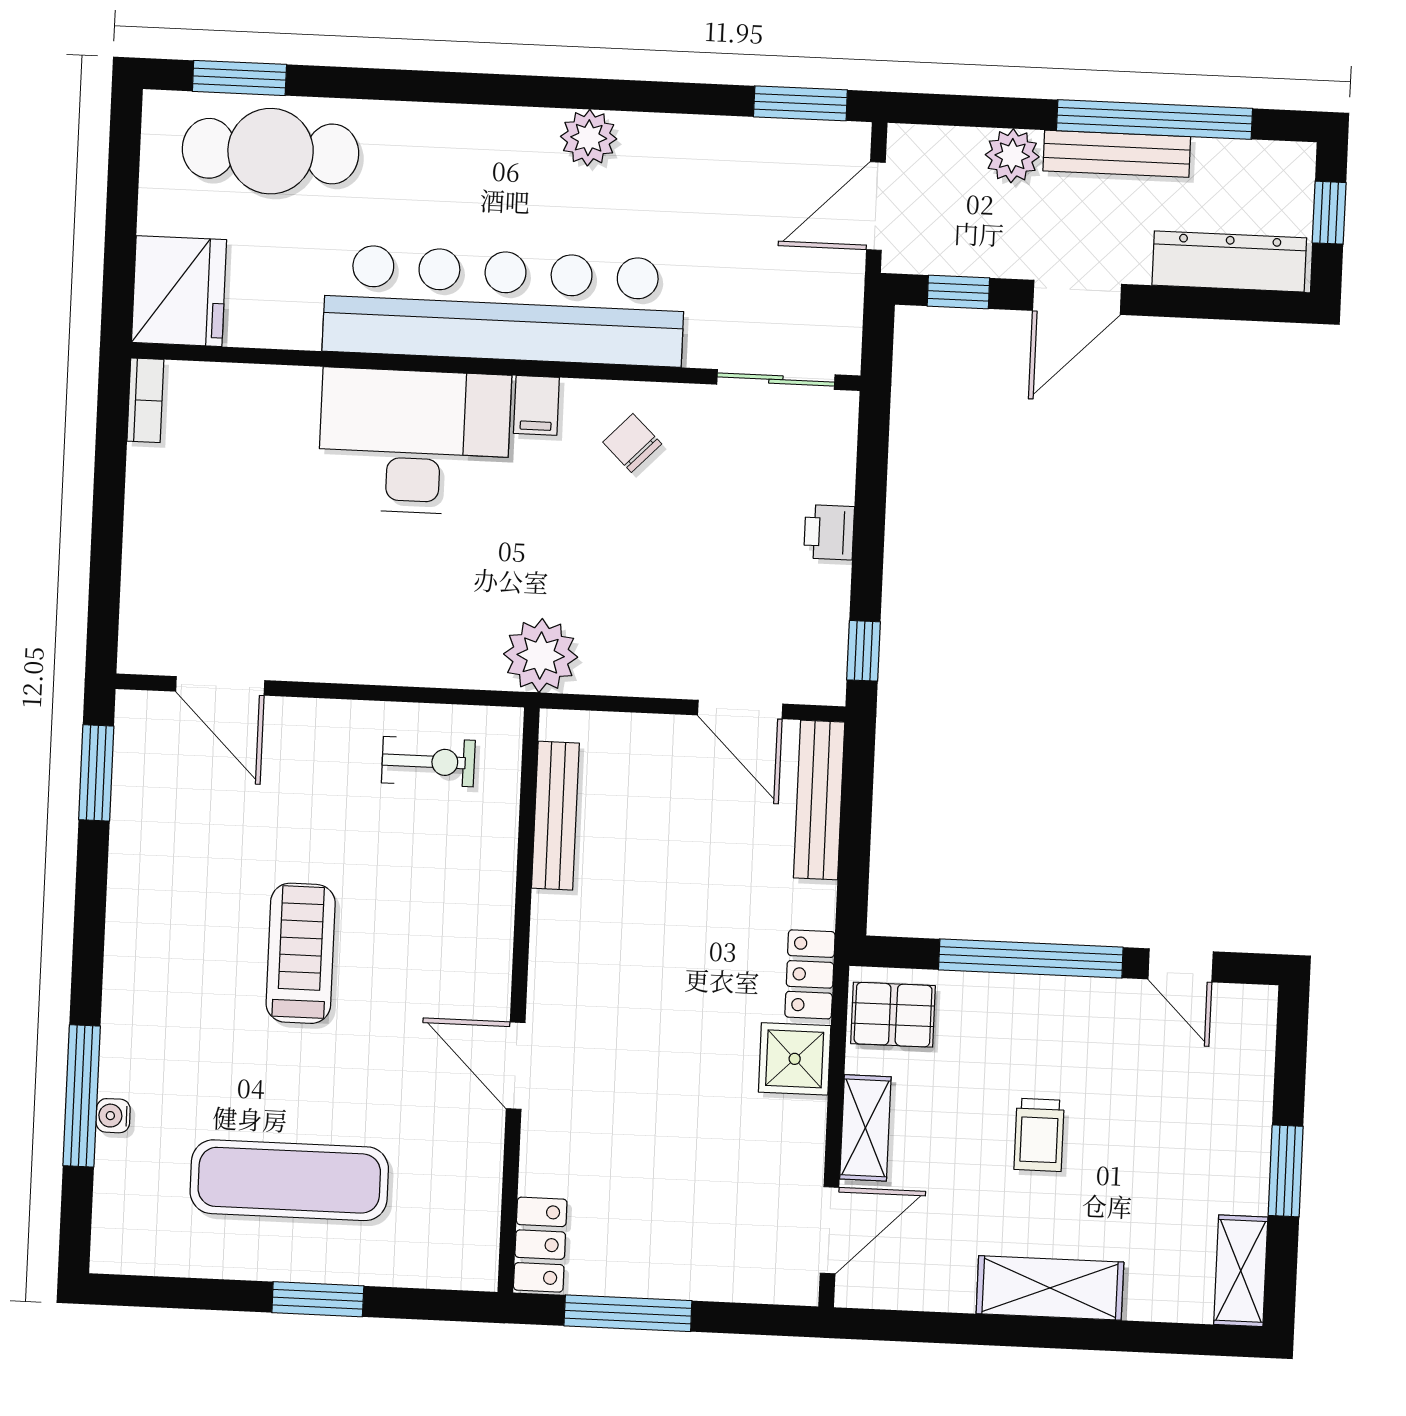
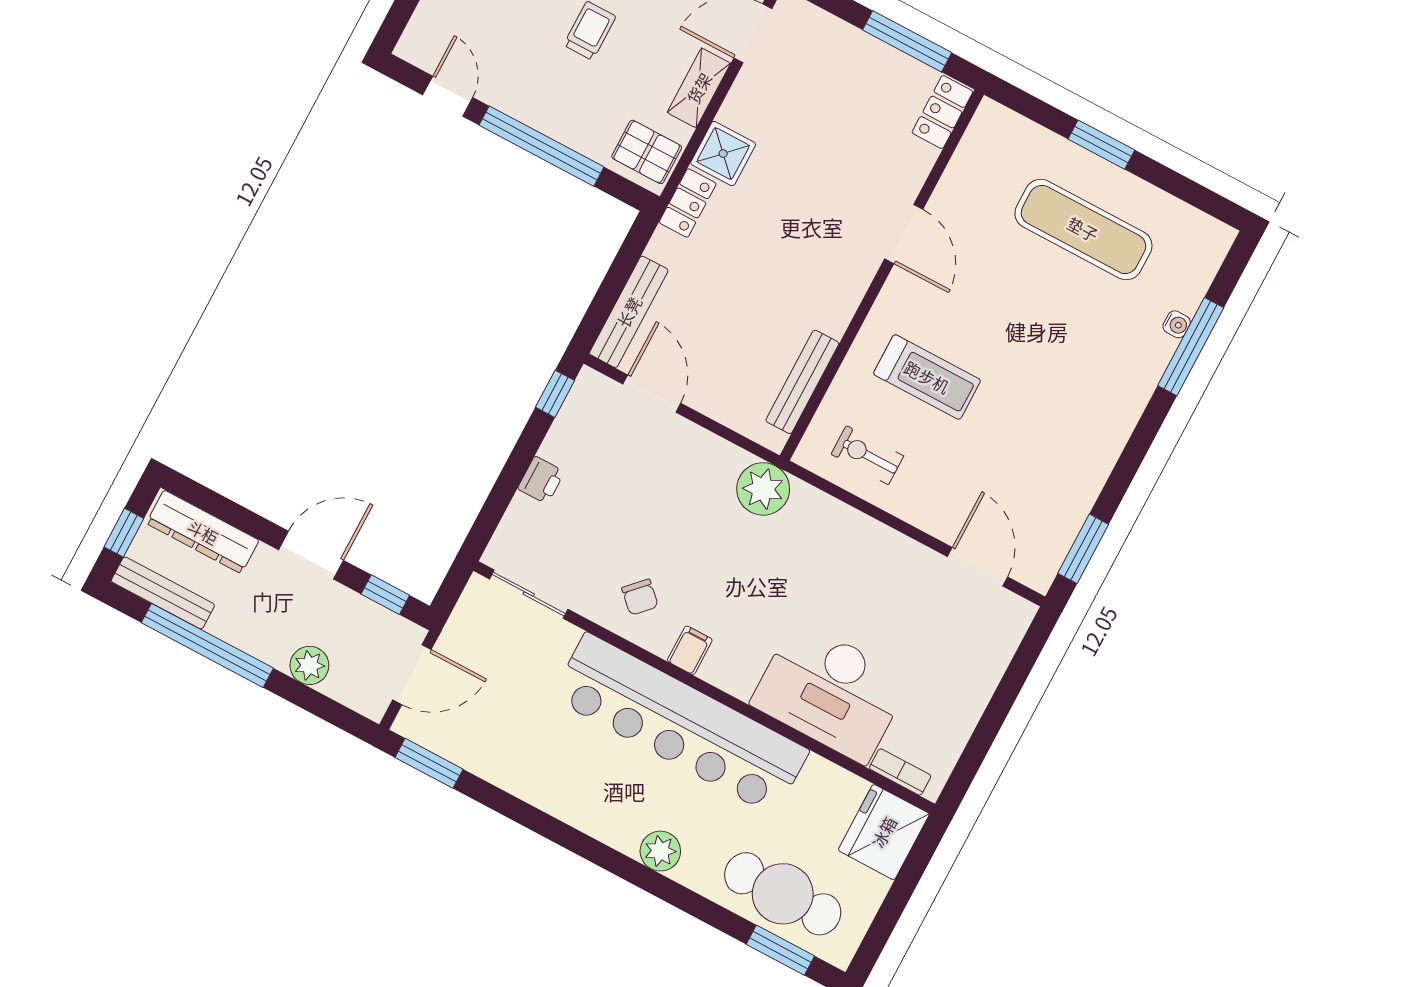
plant: (589, 138) -> (660, 851), moved
bench: (1117, 154) -> (163, 593), moved
bookcase: (145, 400) -> (900, 772), moved, turned 90
desk: (414, 442) -> (830, 692), moved
treadmill: (301, 953) -> (927, 377), moved, turned -90

